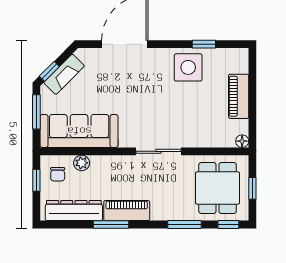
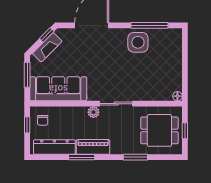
window: (204, 44) -> (149, 25), width x2.17
window: (49, 71) -> (47, 35), moved
piano: (239, 96) -> (175, 63), removed
plant: (82, 163) -> (93, 112), moved
dining table: (217, 188) -> (159, 130), turned 90
window: (228, 225) -> (167, 157), removed

